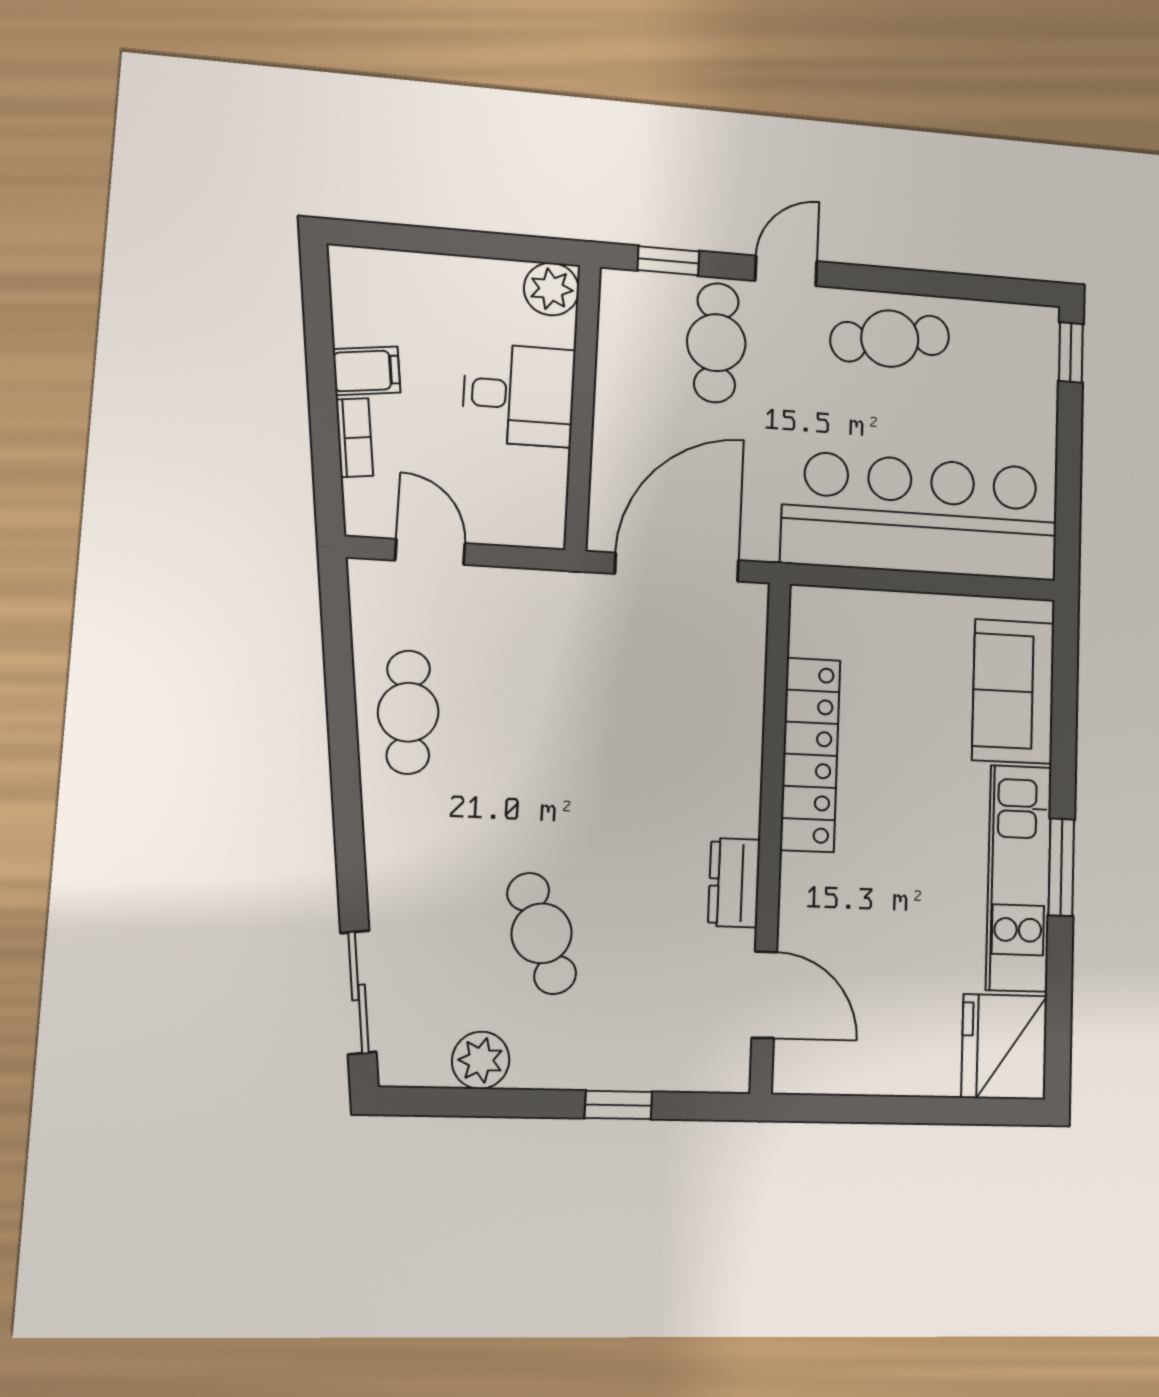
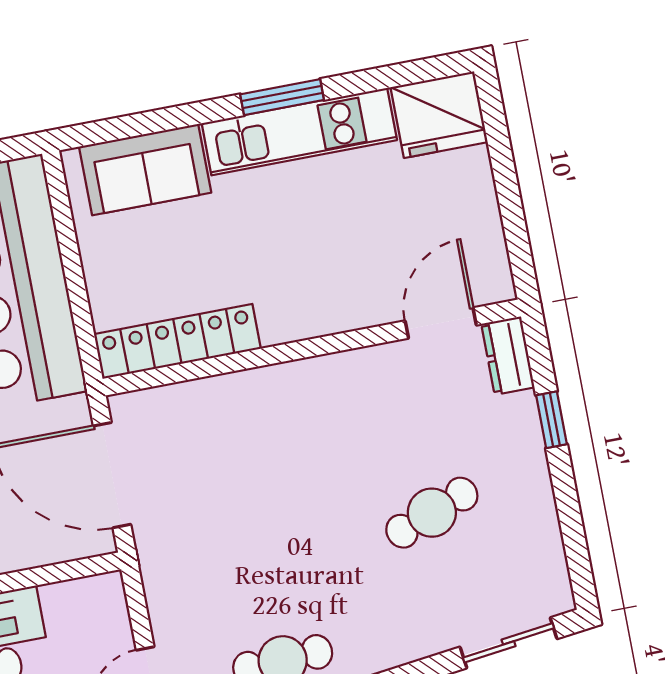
locker: (810, 755) -> (177, 341), moved
dresser: (734, 883) -> (508, 356), moved, turned 90
plant: (481, 1060) -> (540, 536), removed

